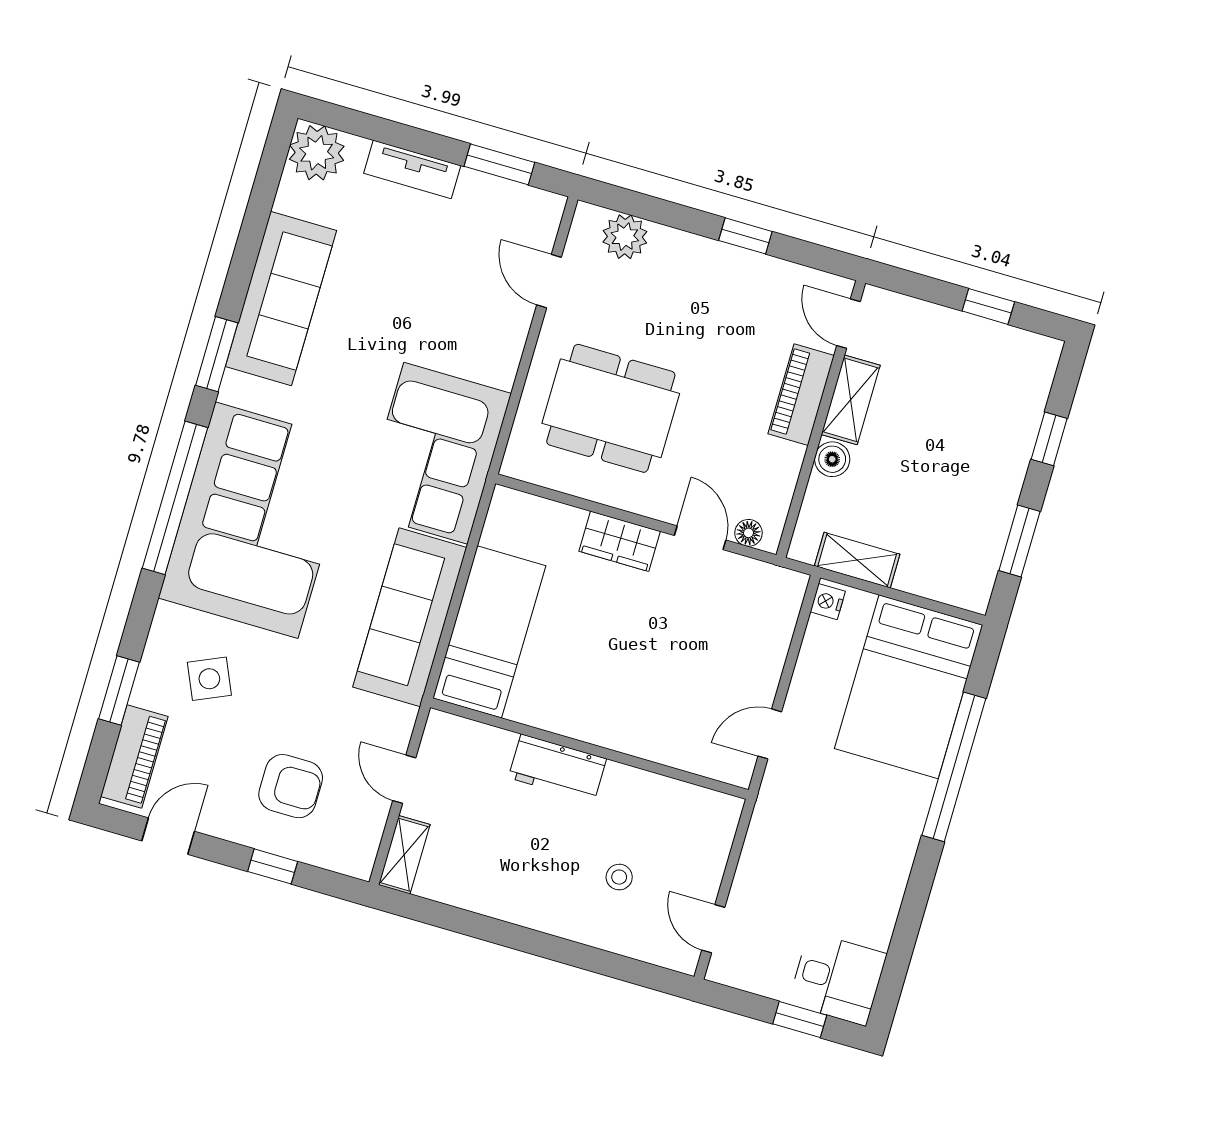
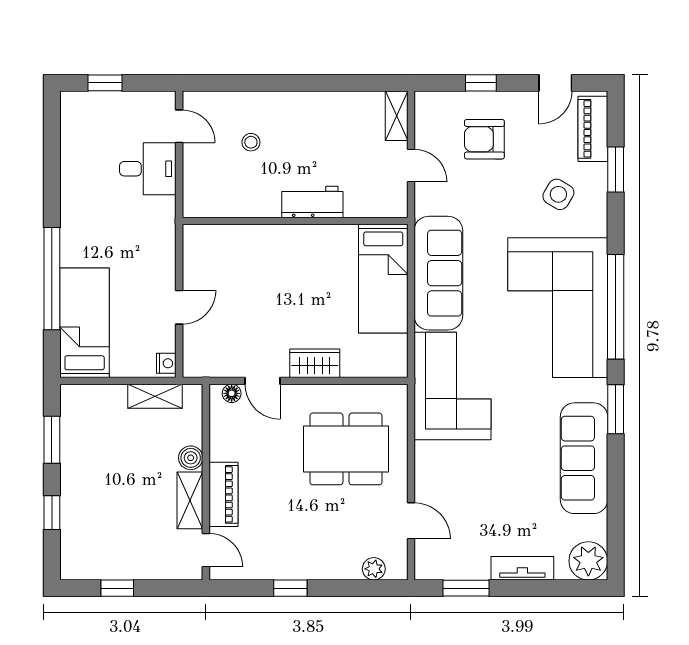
plant: (625, 237) -> (374, 569), width x0.73, depth x0.73
side table: (209, 679) -> (558, 194), turned -35
bed: (909, 687) -> (85, 323), width x0.67
door: (770, 734) -> (179, 307), moved
desk: (837, 979) -> (148, 169), moved, turned 180

